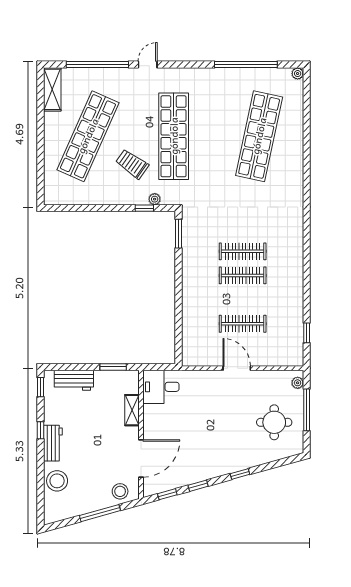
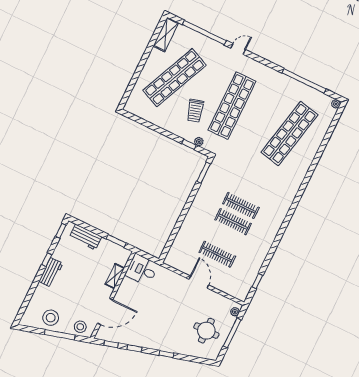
trolley: (132, 164) -> (195, 111), turned -141
stool: (57, 481) -> (51, 318), moved

